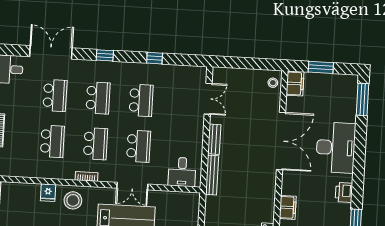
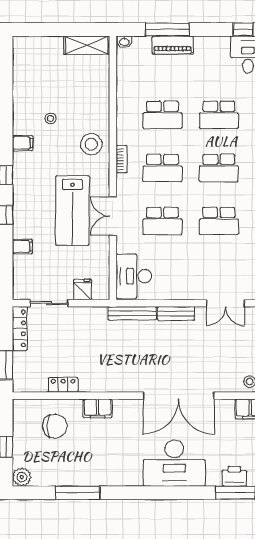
desk: (182, 172) -> (134, 276), width x1.37
printer: (344, 192) -> (234, 476), moved
fridge: (48, 193) -> (83, 289), moved, turned 90

